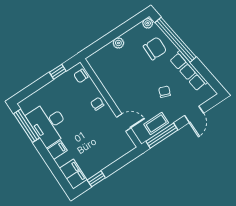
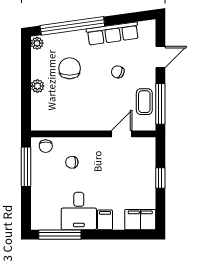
chair: (155, 48) -> (70, 68), moved
window: (58, 72) -> (26, 167), width x2.17
chair: (97, 104) -> (72, 162), moved
door: (194, 114) -> (160, 57), hinge flipped
desk: (48, 124) -> (79, 211), width x0.73
window: (96, 179) -> (160, 178), moved

